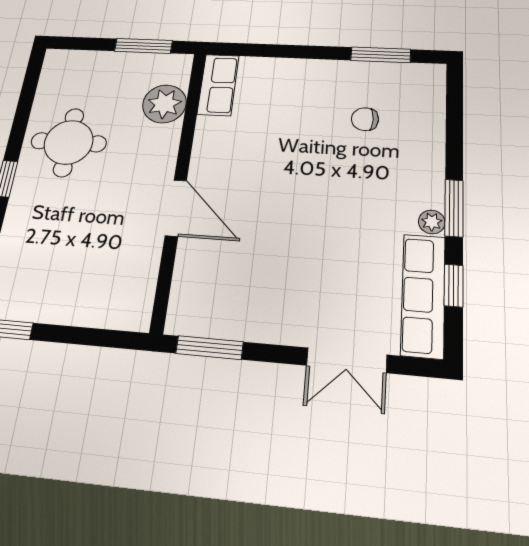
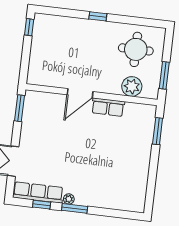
window: (381, 55) -> (158, 131), moved
row of seats: (218, 85) -> (108, 107), moved
chair: (365, 119) -> (118, 175), removed
round table: (69, 142) -> (136, 49), moved

